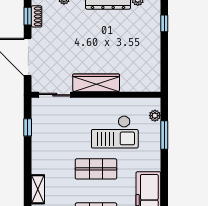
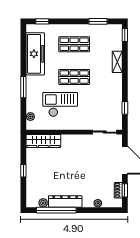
window: (164, 23) -> (23, 171), moved
wardrobe: (96, 83) -> (43, 141), moved
window: (164, 135) -> (23, 87), moved

